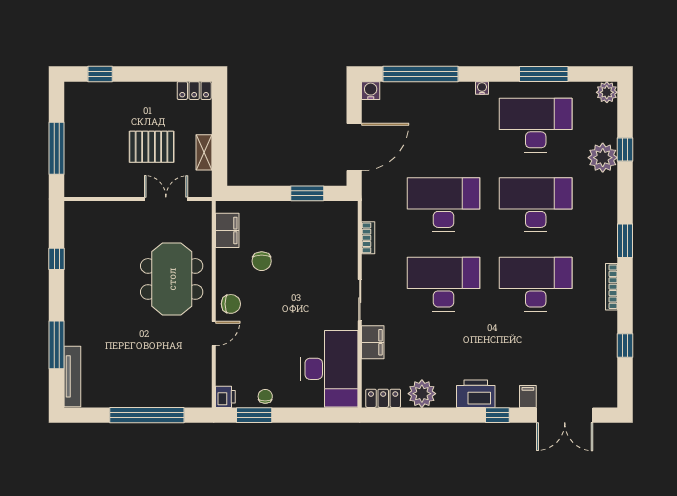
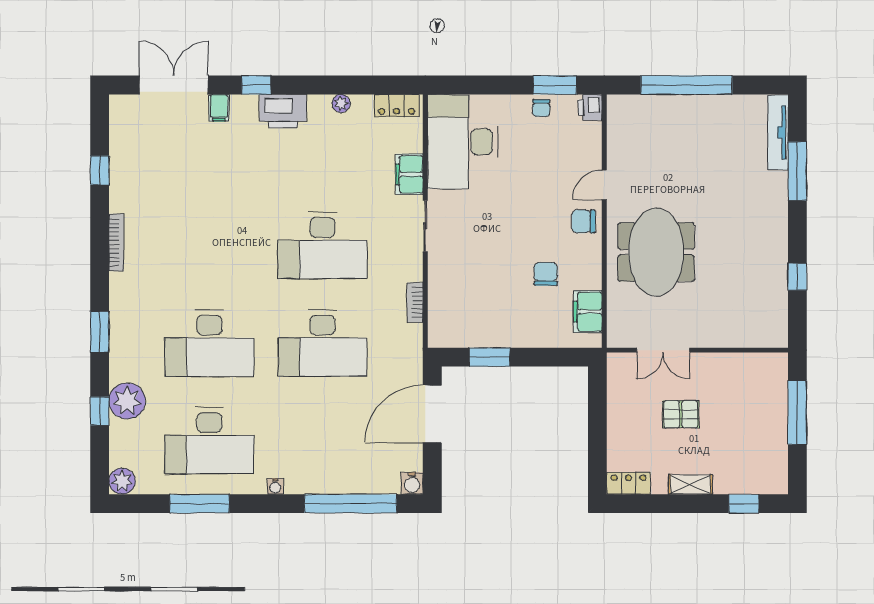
pallet: (152, 147) -> (681, 414), width x0.67, depth x0.71
shelving: (204, 152) -> (690, 484), moved, turned 90
window: (625, 241) -> (100, 332), moved
desk: (536, 284) -> (209, 245), removed
plant: (422, 394) -> (341, 103), width x0.53, depth x0.53

